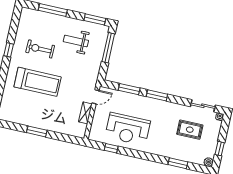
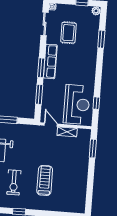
treadmill: (38, 82) -> (45, 180), width x0.73, depth x0.73
row of seats: (162, 106) -> (50, 61), added
reception desk: (128, 129) -> (77, 104), moved
window: (37, 131) -> (93, 149), moved

